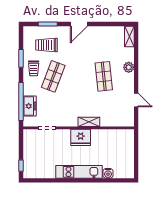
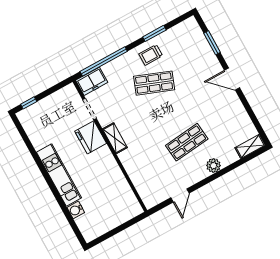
trolley: (46, 45) -> (186, 55), removed
freezer: (30, 106) -> (92, 81), moved
shelving: (89, 122) -> (115, 138), moved
fridge: (81, 137) -> (91, 137), moved

